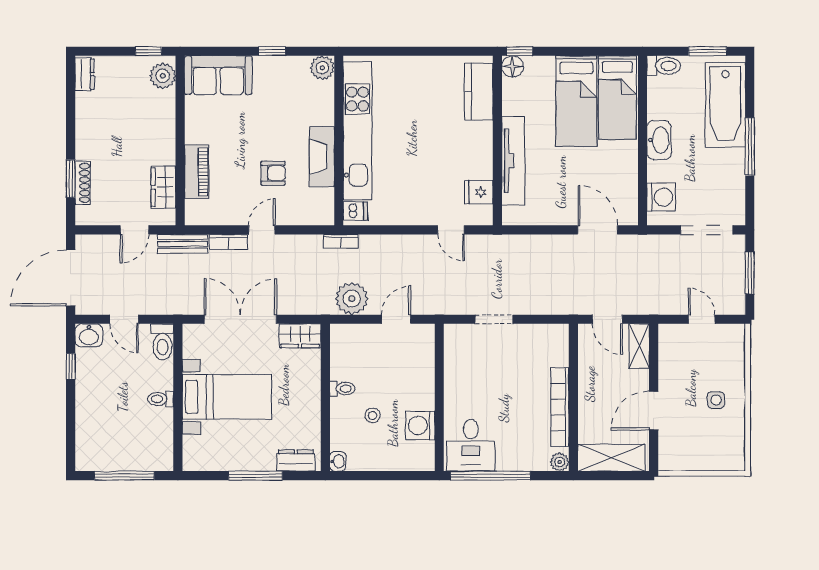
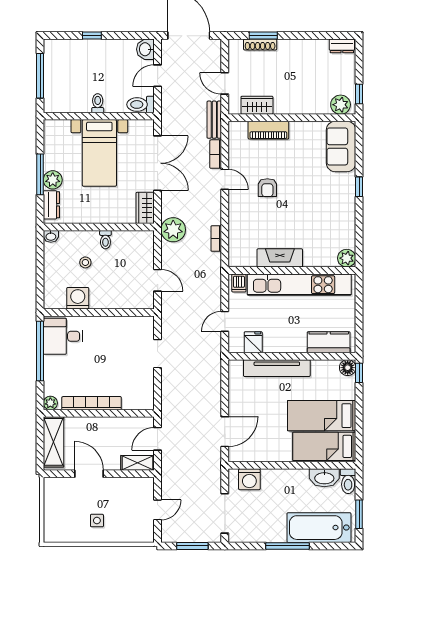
plant: (322, 68) -> (347, 258), moved
kitchen unit: (357, 131) -> (299, 285), moved
washbasin: (659, 140) -> (324, 478), moved
wall: (339, 141) -> (292, 271), moved
fireplace: (322, 157) -> (280, 258), moved
dishwasher: (355, 211) -> (239, 283), moved
plant: (352, 299) -> (173, 230), moved
window: (71, 366) -> (92, 36), moved
plant: (263, 459) -> (53, 180), added

